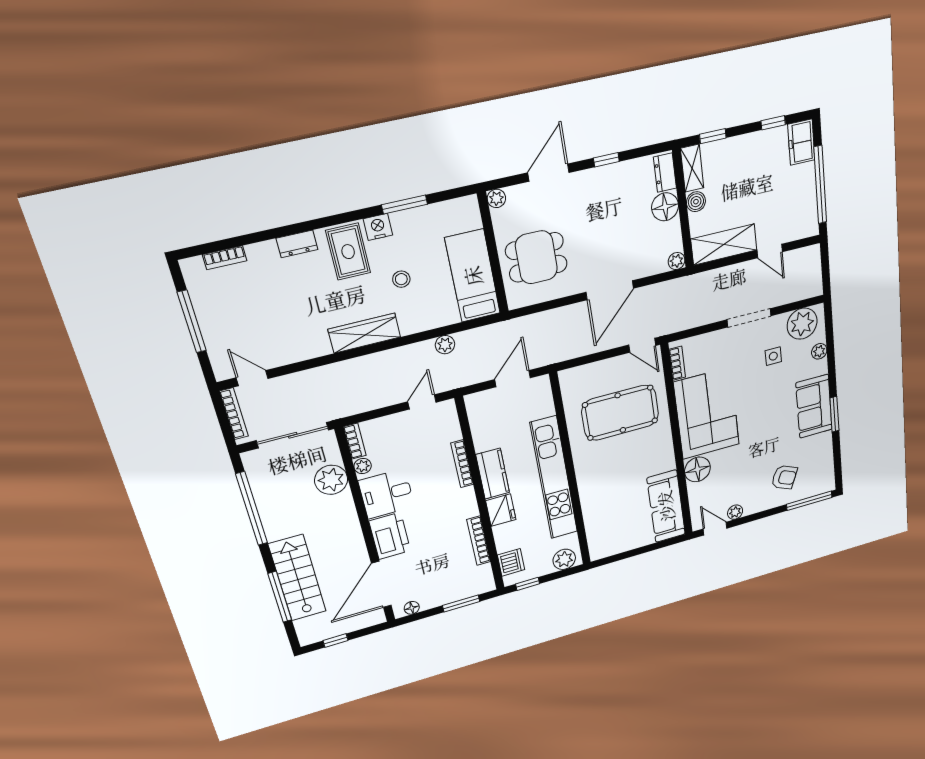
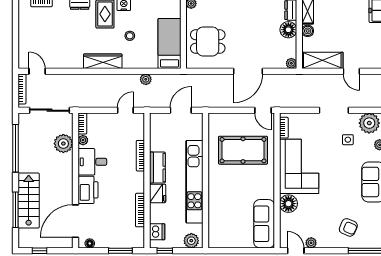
window: (192, 321) -> (16, 32), removed

